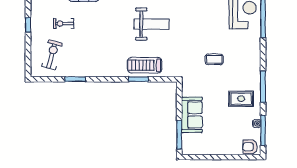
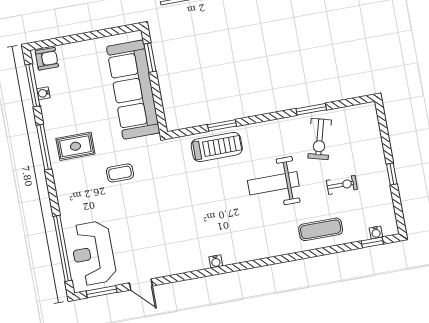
weight bench: (152, 24) -> (273, 183), moved
exercise bike: (52, 55) -> (320, 139), moved
rug: (241, 99) -> (75, 146), moved
sofa: (192, 115) -> (133, 90), width x1.85, depth x1.27
window: (179, 135) -> (150, 58), width x0.69

